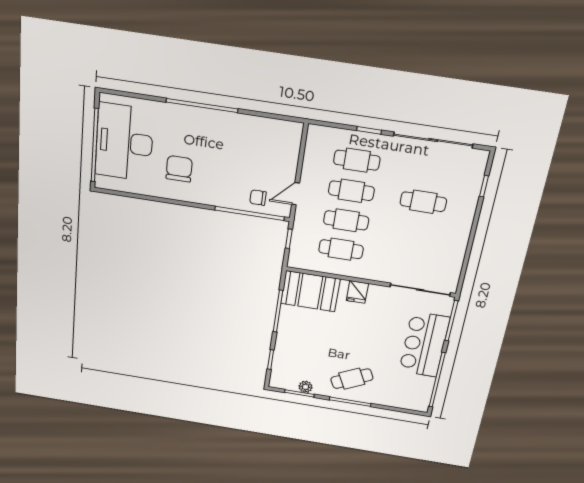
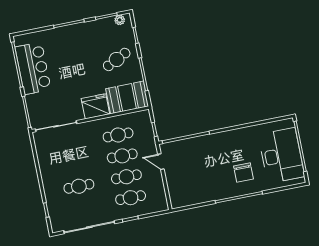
chair: (179, 169) -> (243, 173), moved
door: (296, 194) -> (161, 162), swing flipped
chair: (258, 198) -> (184, 150), removed
fridge: (357, 292) -> (95, 106), width x1.88, depth x1.34
bar counter: (424, 344) -> (33, 68), moved
cafe table: (352, 379) -> (117, 59), moved
plant: (305, 387) -> (120, 20), moved

